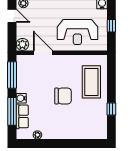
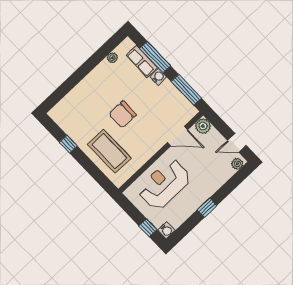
window: (111, 26) -> (148, 228), moved

